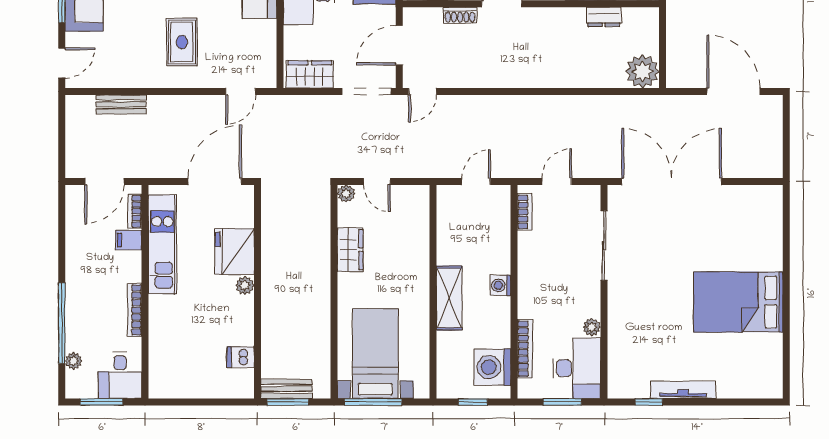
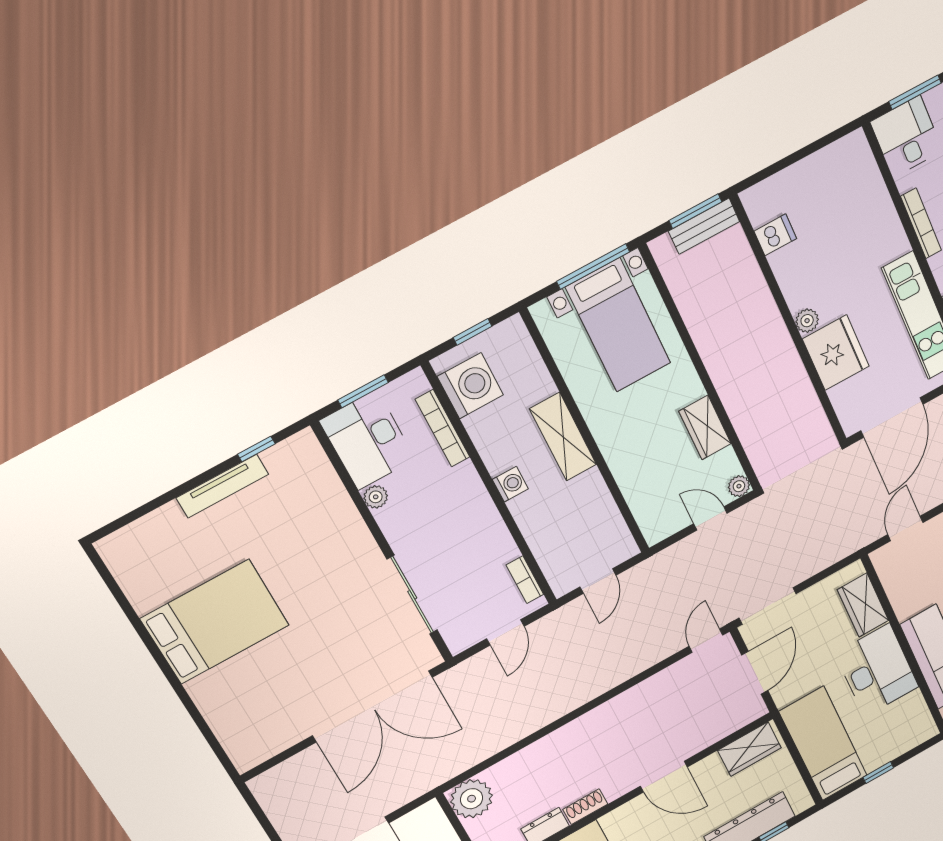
shoe rack: (460, 15) -> (585, 807), moved
wardrobe: (310, 74) -> (863, 605), moved, turned 90

